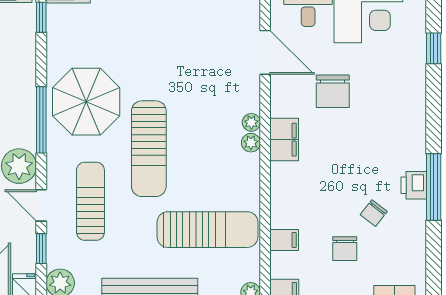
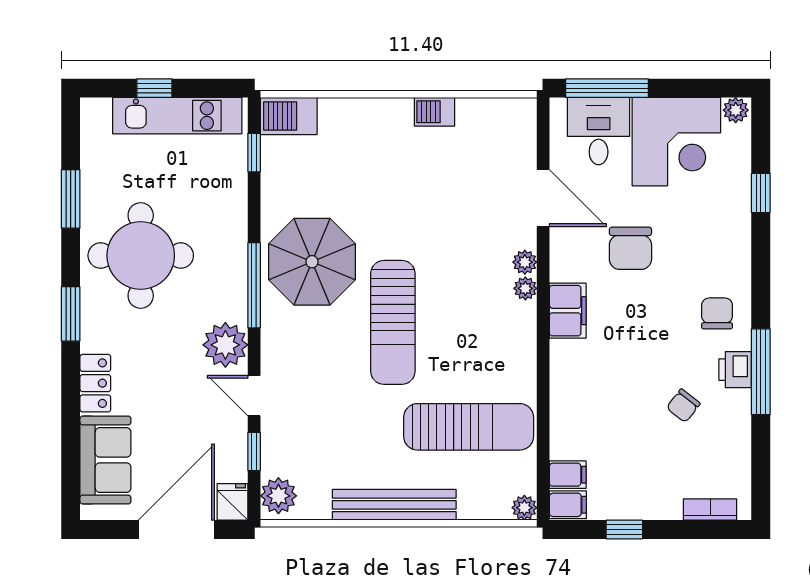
plant: (251, 143) -> (525, 262), moved
sun lounger: (90, 201) -> (318, 390), removed
filing cabinet: (284, 240) -> (568, 475), moved
chair: (345, 249) -> (717, 313), moved, turned 180

